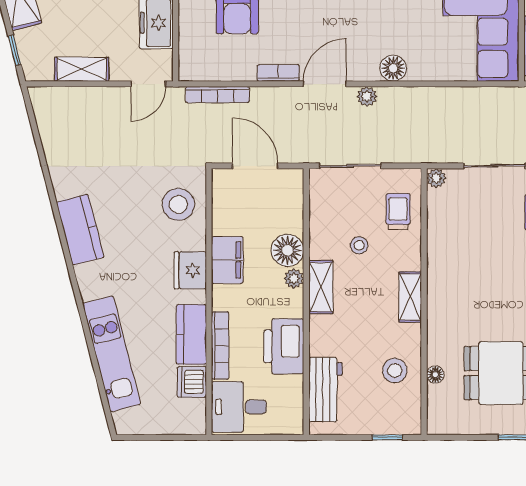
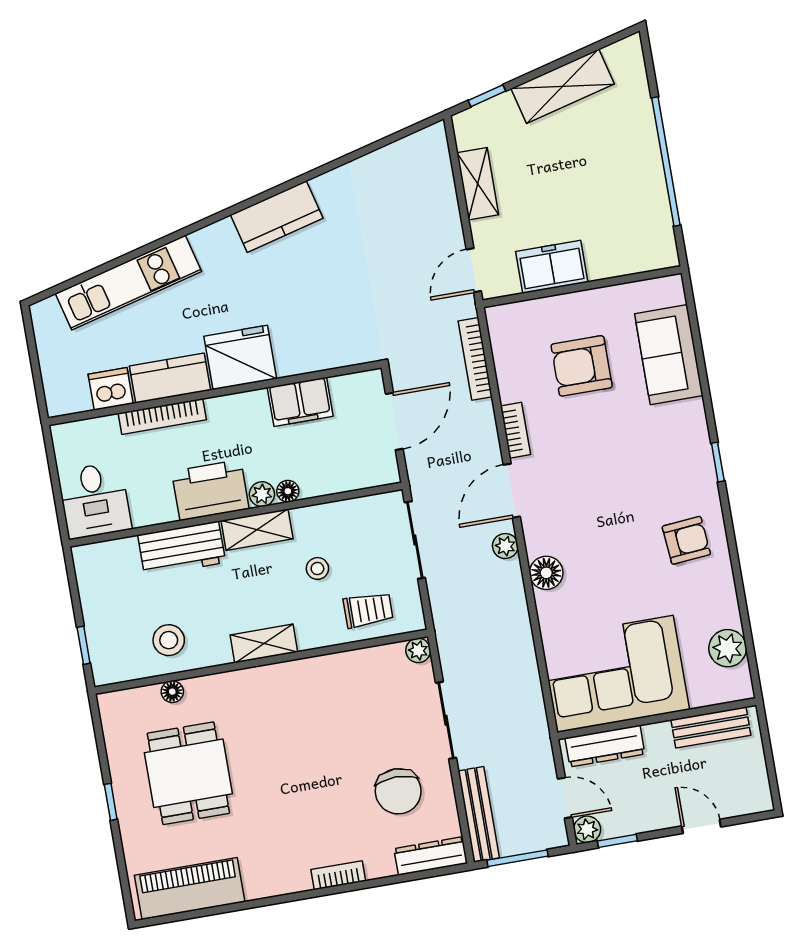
door: (148, 84) -> (474, 270), hinge flipped
door: (325, 84) -> (512, 491), swing flipped
stool: (178, 204) -> (330, 334), removed
floor lamp: (287, 250) -> (288, 491), width x0.53, depth x0.53
filing cabinet: (227, 260) -> (300, 402), moved
fridge: (190, 270) -> (240, 357), width x1.36, depth x1.34
printer: (284, 346) -> (210, 490), moved
workbench: (326, 390) -> (182, 549), moved
desk: (239, 407) -> (95, 500), moved, turned 180

